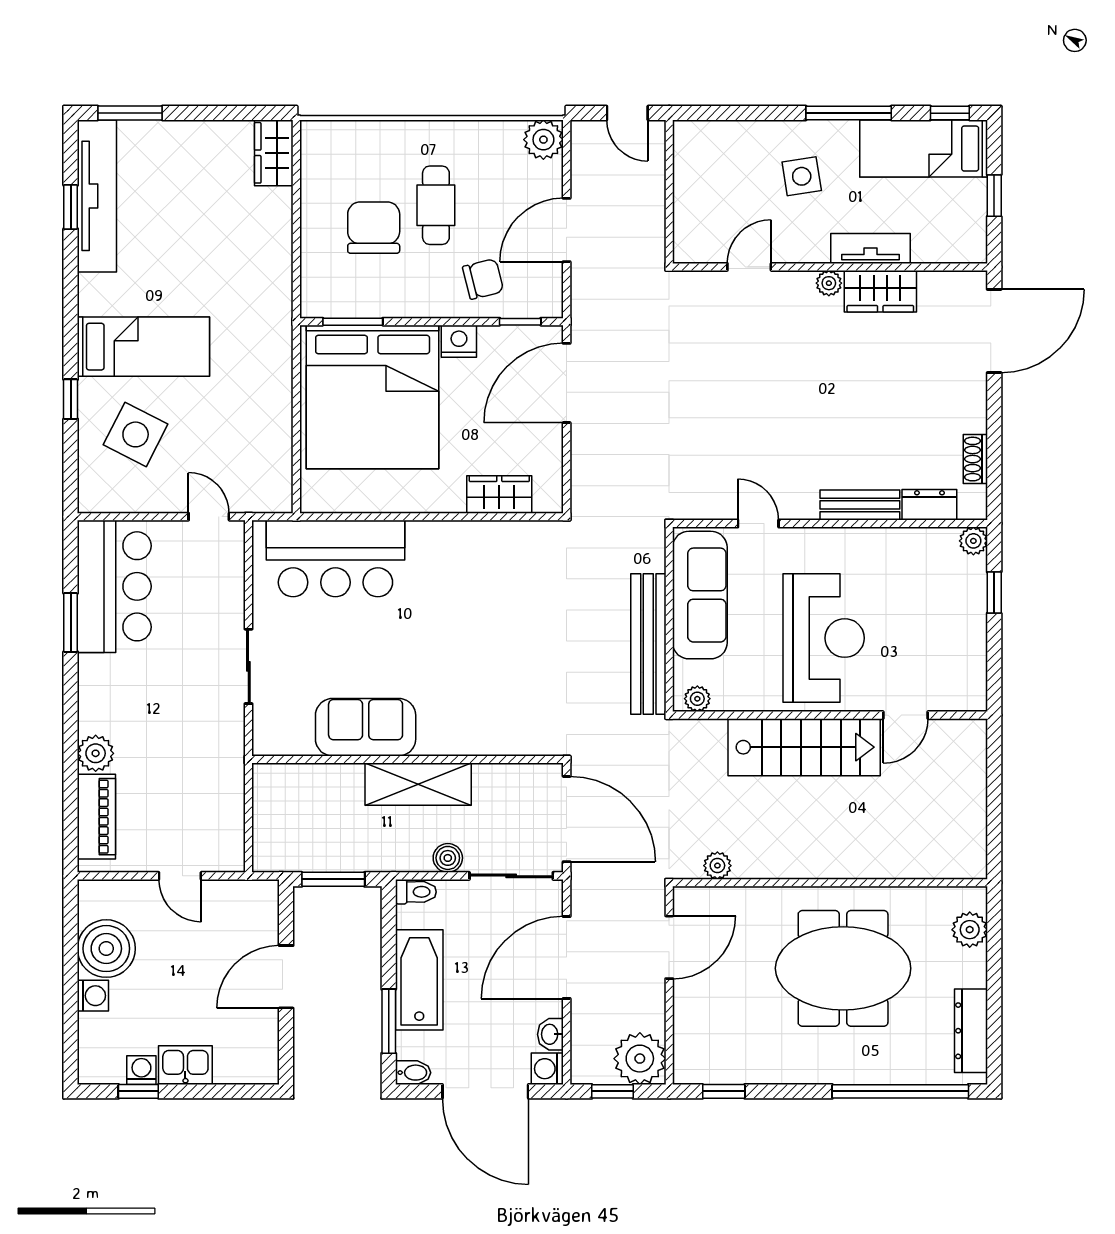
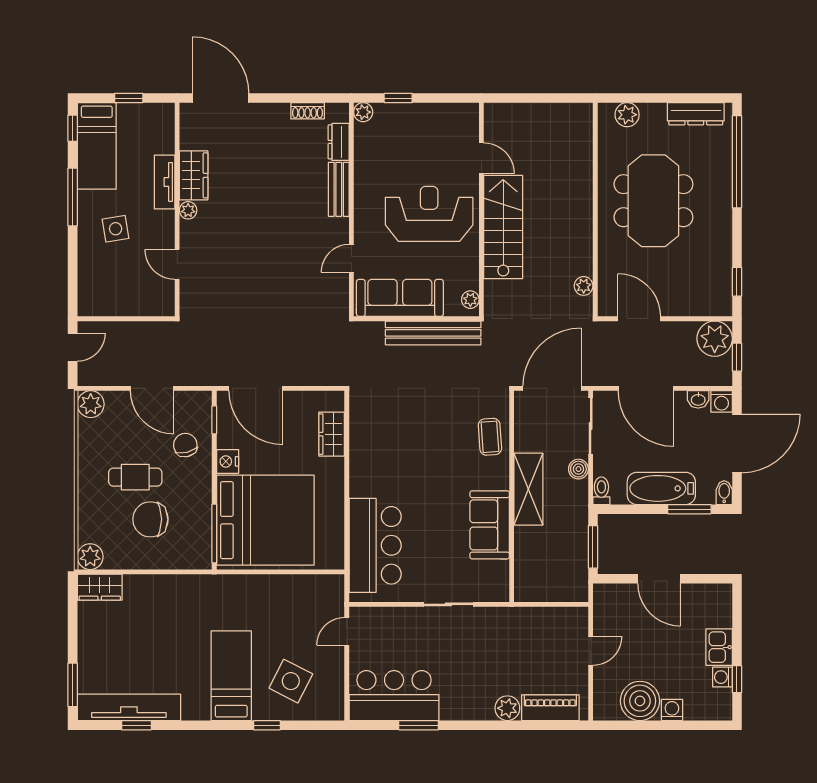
plant: (319, 139) -> (90, 557), added
window: (353, 322) -> (214, 534), width x1.44
coffee table: (495, 728) -> (490, 437), added

